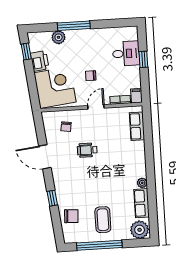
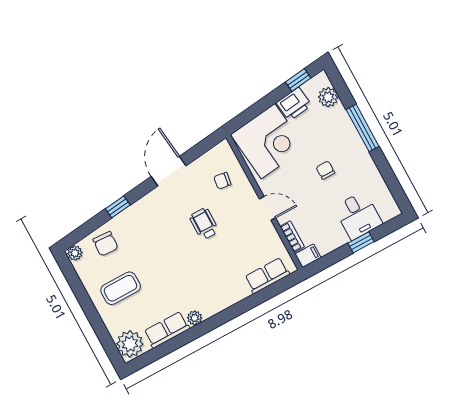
plant: (59, 37) -> (328, 97), moved
chair: (91, 76) -> (325, 170), moved
plant: (68, 238) -> (75, 253), added
window: (99, 245) -> (84, 300), removed

